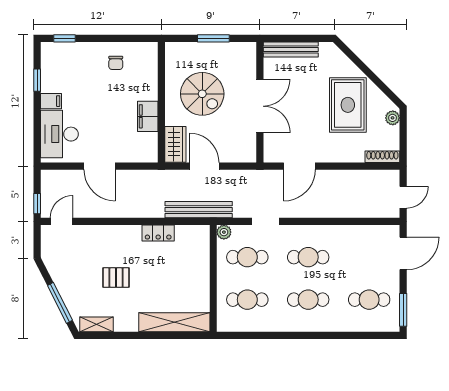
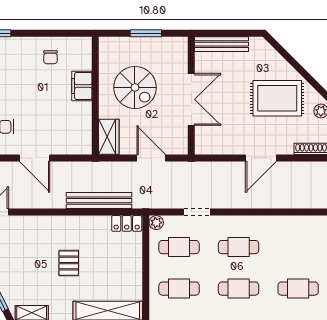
rug: (348, 105) -> (277, 98), turned 90
filing cabinet: (148, 116) -> (82, 86), moved
door: (204, 166) -> (151, 158), moved
door: (299, 166) -> (261, 158), moved
bench: (199, 210) -> (99, 201), moved
locker: (158, 233) -> (127, 223), moved
pallet: (116, 278) -> (69, 263), moved, turned 90

